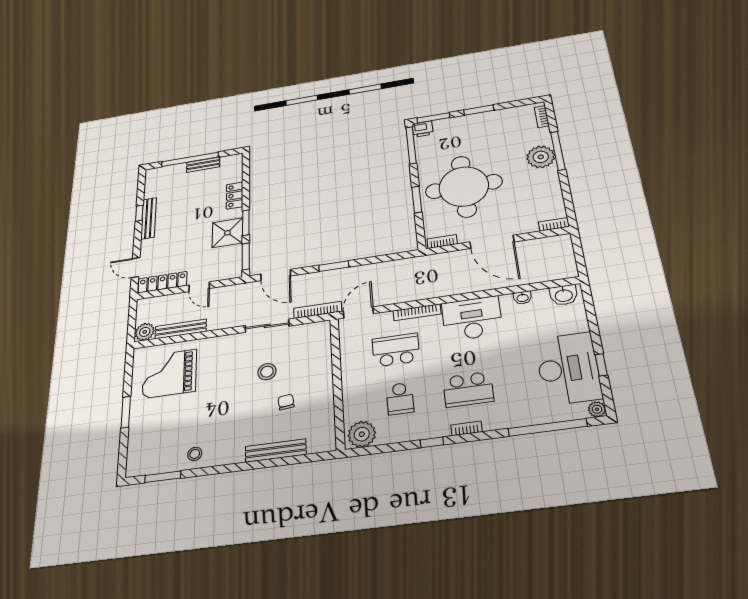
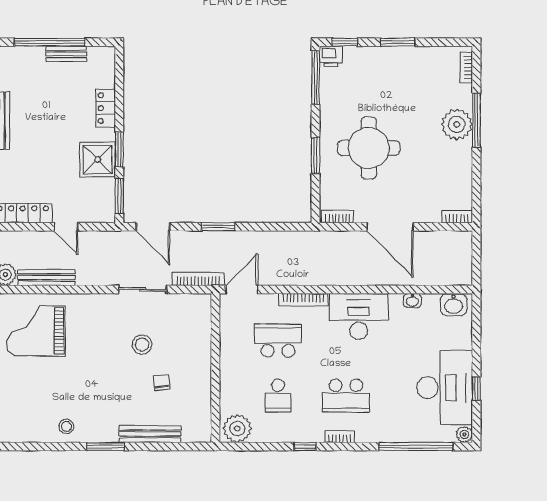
window: (433, 118) -> (345, 42), width x0.67
round table: (464, 186) -> (369, 148), width x0.73, depth x0.73
window: (163, 477) -> (105, 447), moved

